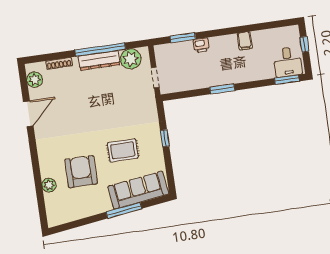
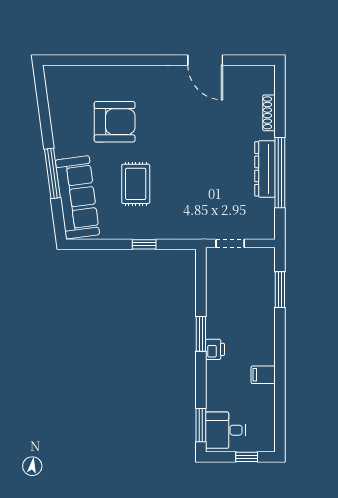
printer: (201, 45) -> (215, 349), moved, turned 180
plant: (131, 59) -> (261, 213), removed
plant: (35, 80) -> (251, 76), removed
plant: (49, 185) -> (102, 75), removed

